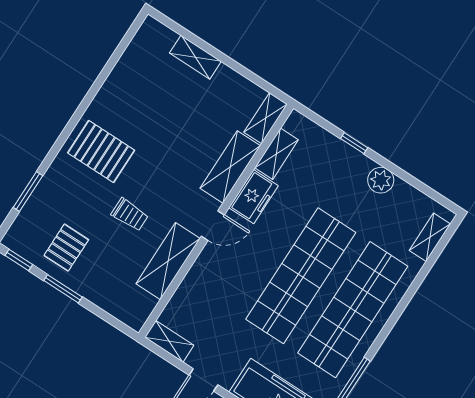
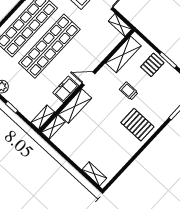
shelving: (195, 57) -> (94, 174), moved
shelving: (277, 154) -> (43, 117), moved
pallet: (66, 248) -> (152, 65), moved
shelving: (168, 261) -> (123, 54), moved

